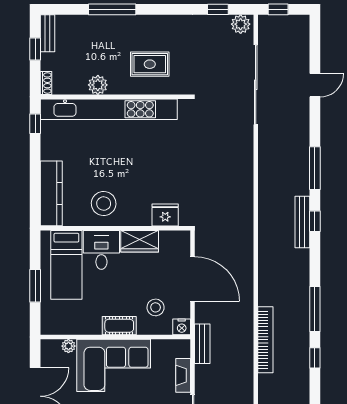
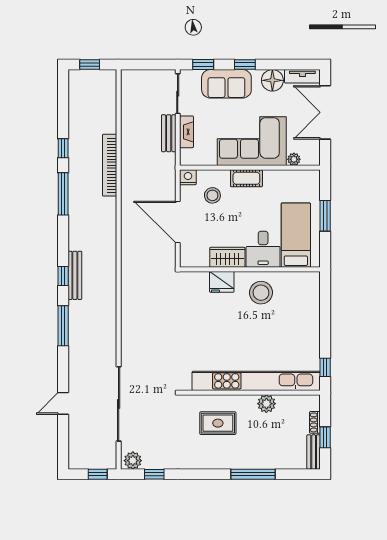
shoe rack: (46, 83) -> (315, 422), moved
kitchen counter: (51, 193) -> (310, 302), removed
fridge: (165, 215) -> (222, 282), moved
bench: (202, 344) -> (169, 133), moved

